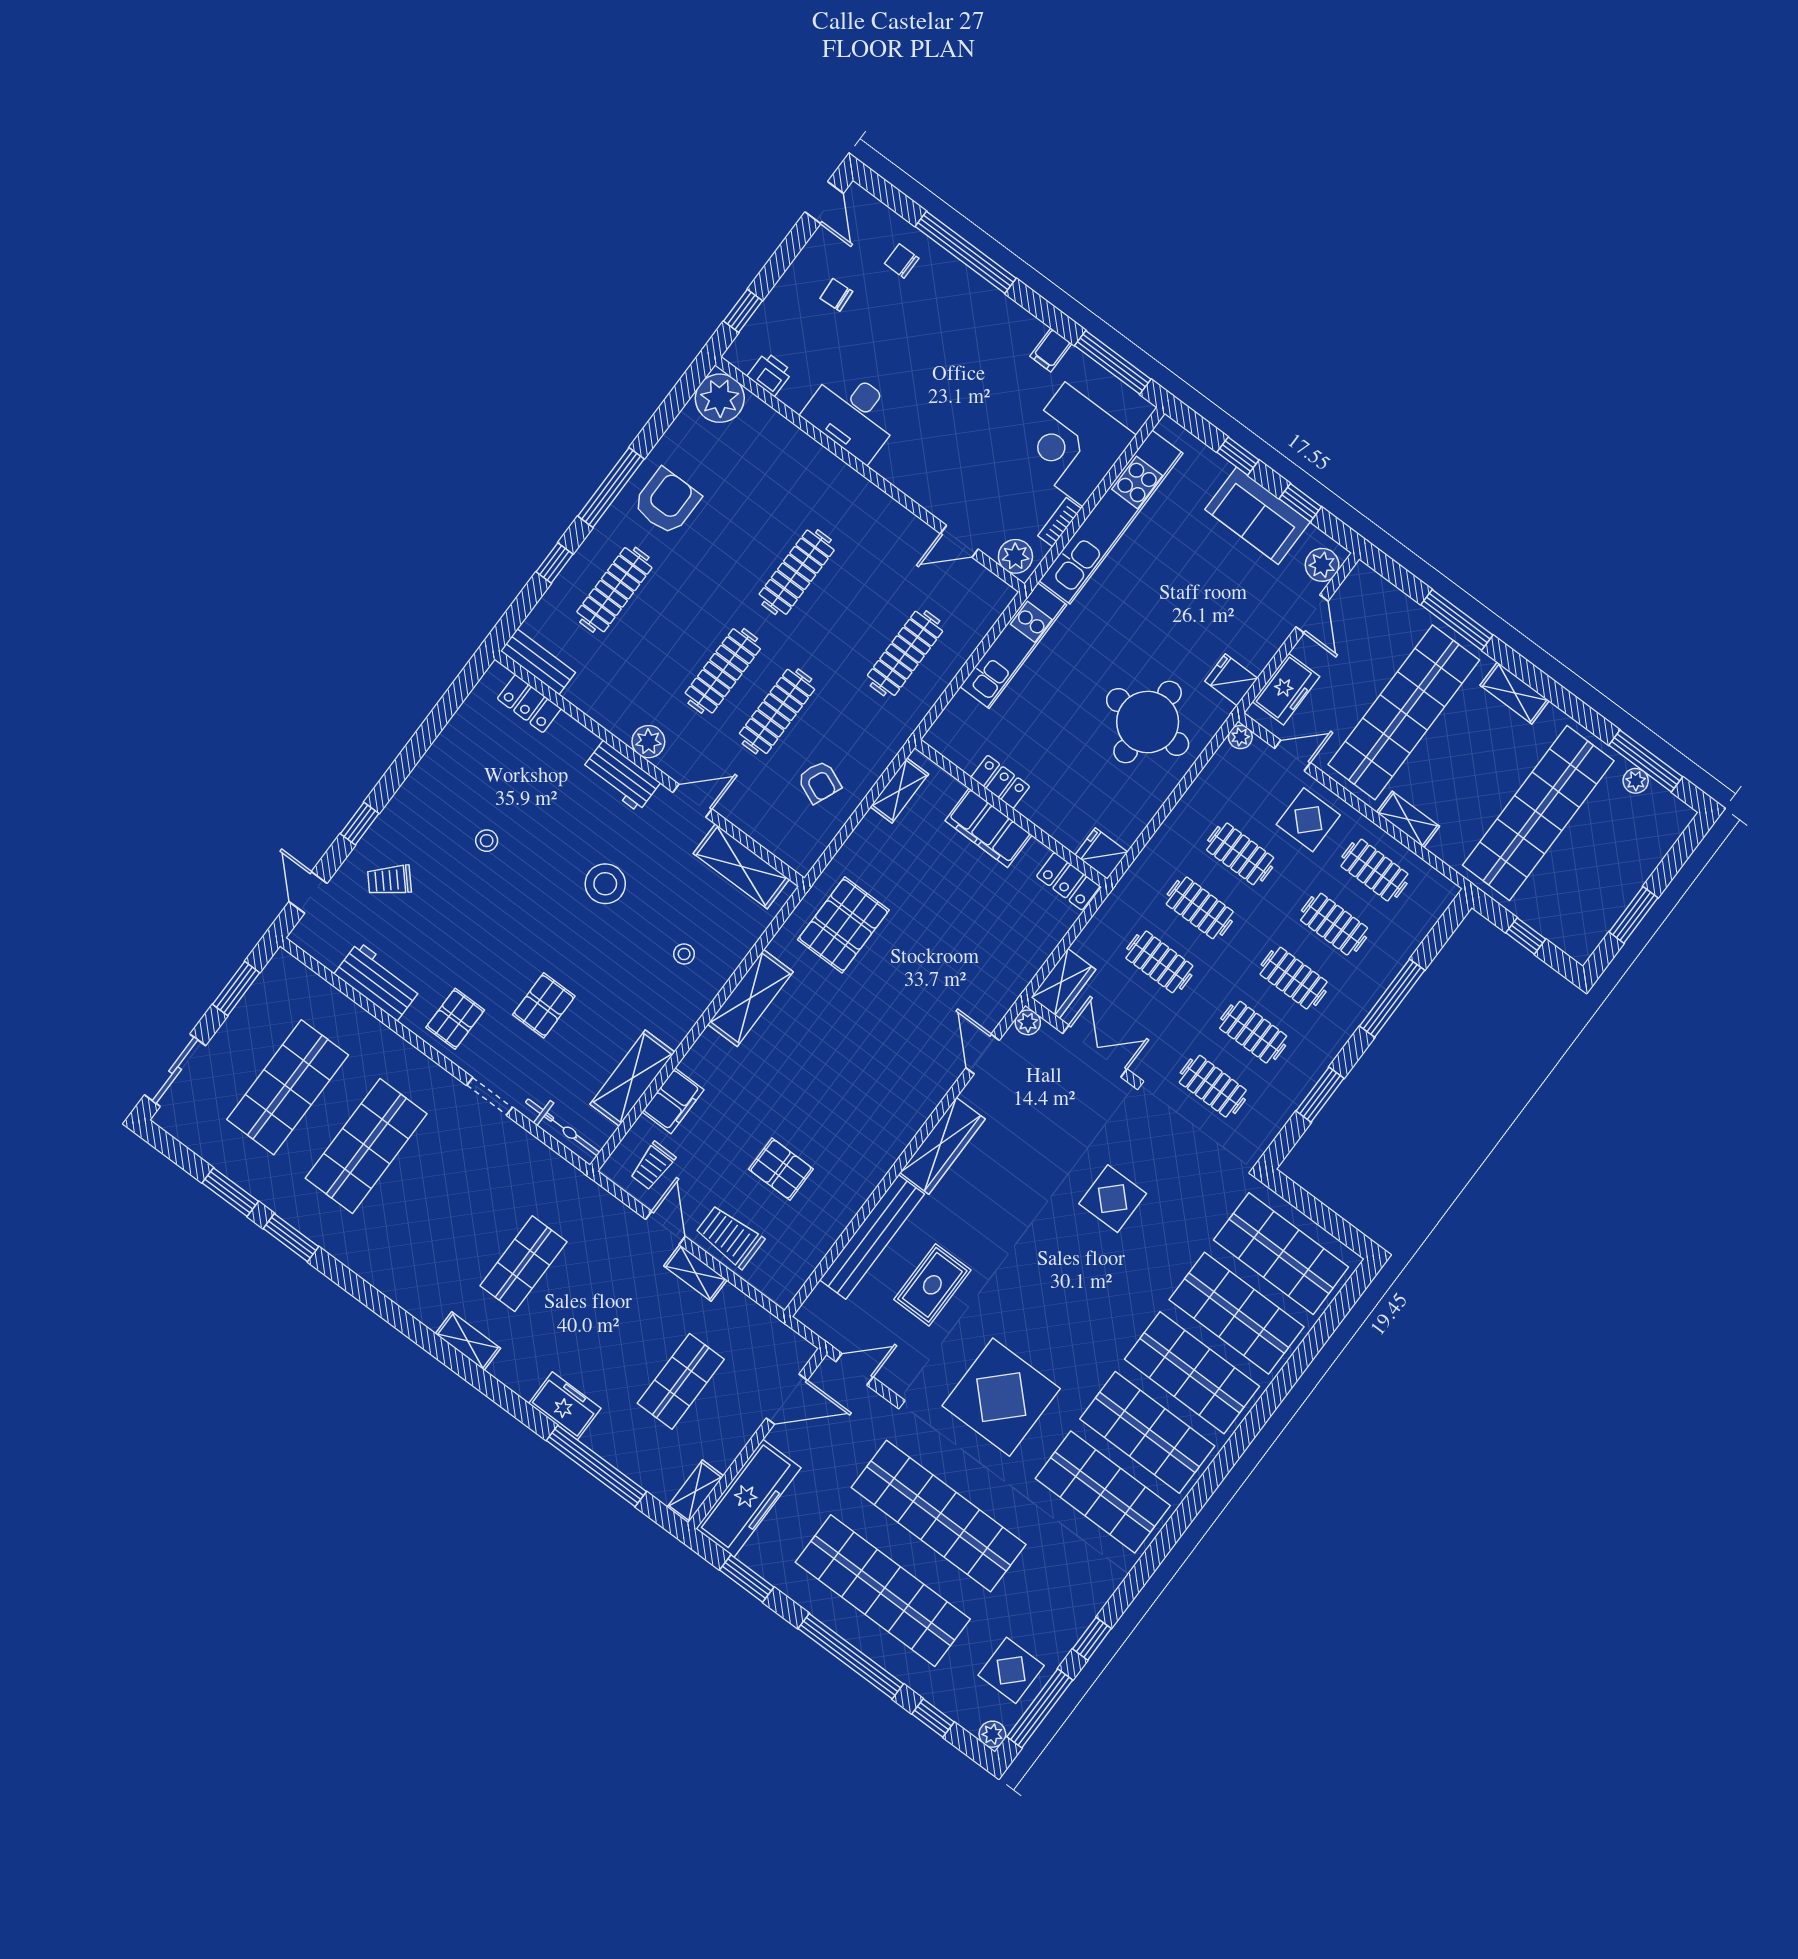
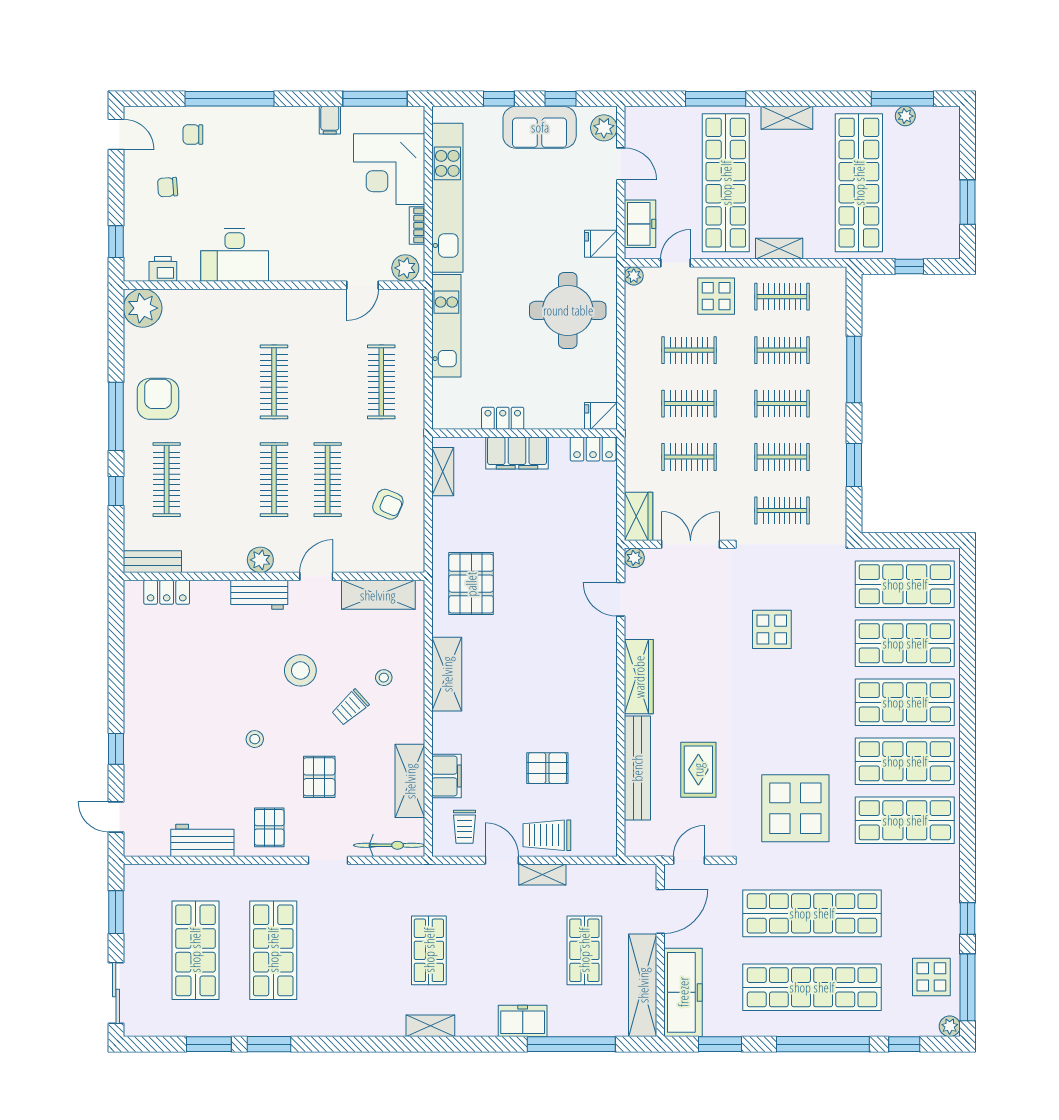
stool: (487, 841) -> (255, 739), moved
trolley: (389, 880) -> (350, 707), moved
shelving: (695, 1492) -> (643, 985), width x2.20, depth x1.33

